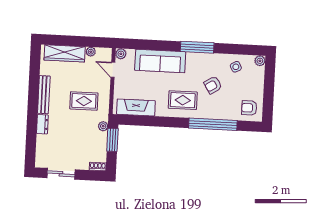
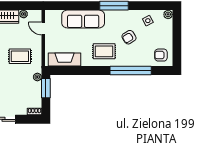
plant: (121, 54) -> (49, 14), removed

